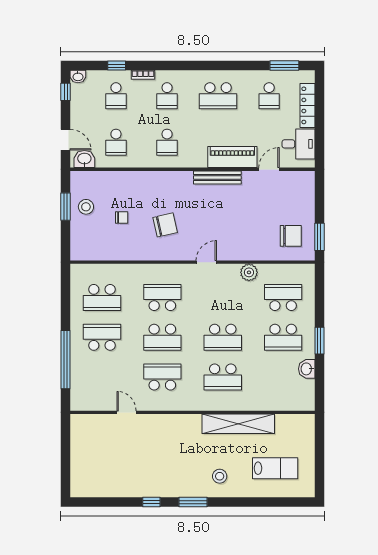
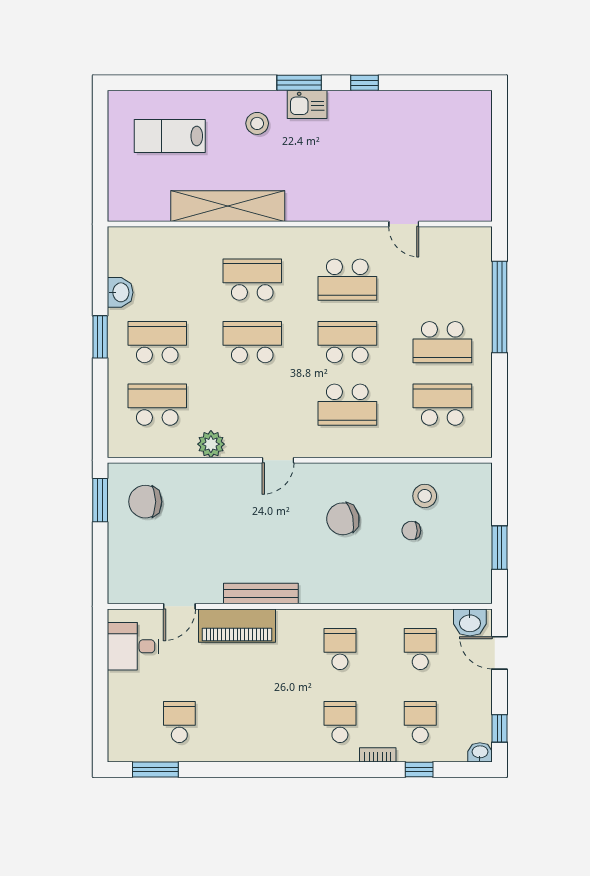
school desk: (218, 96) -> (260, 722), removed
locker: (307, 105) -> (119, 707), removed
stool: (86, 207) -> (425, 496), moved
school desk: (283, 297) -> (157, 405), turned 180
kitchen sink: (188, 488) -> (307, 104), added

